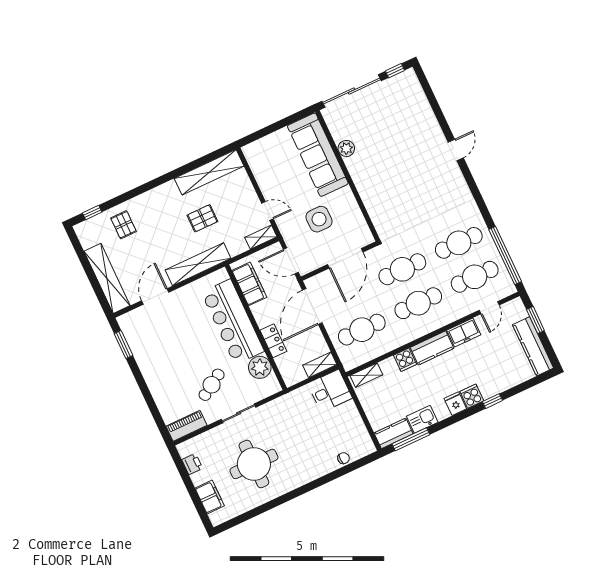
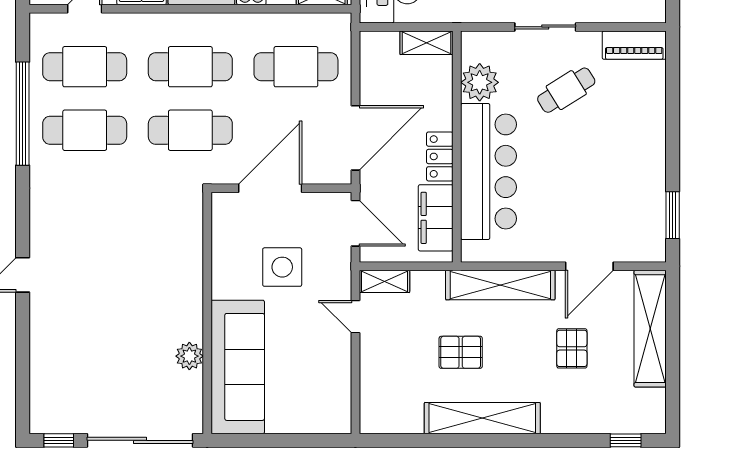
shelving: (209, 172) -> (482, 418), moved
pallet: (123, 225) -> (572, 348), moved
window: (505, 255) -> (23, 114), moved
locker: (273, 341) -> (440, 156), moved
shelving: (320, 365) -> (426, 43), moved

